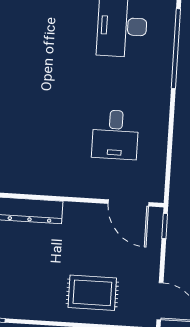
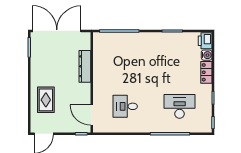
door: (128, 203) -> (92, 115), hinge flipped

